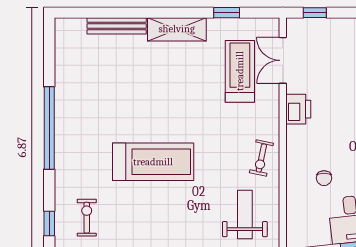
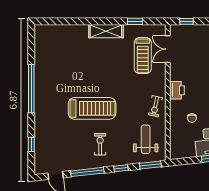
bench: (117, 26) -> (71, 29), removed
treadmill: (240, 71) -> (143, 56), turned 180
printer: (298, 109) -> (177, 90), moved
exercise bike: (87, 218) -> (100, 144), moved

